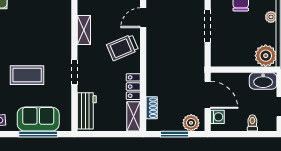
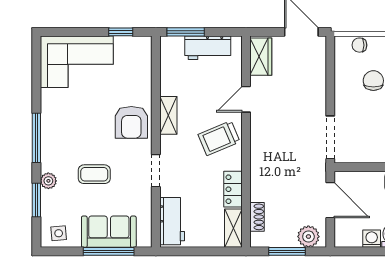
doorway: (208, 26) -> (330, 137), moved
armchair: (55, 35) -> (131, 122), added
coffee table: (27, 75) -> (94, 174), width x0.73, depth x0.77
washing machine: (217, 117) -> (372, 239), moved, turned -90

